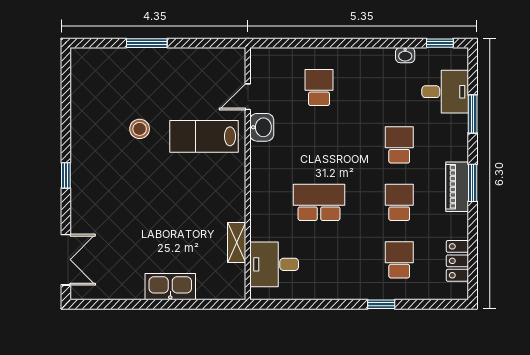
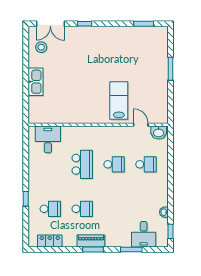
window: (66, 92) -> (144, 24), added
washbasin: (262, 127) -> (159, 133), moved
stool: (140, 129) -> (41, 47), moved
school desk: (399, 145) -> (114, 164), moved
window: (66, 175) -> (85, 24), moved
shelving: (237, 242) -> (60, 119), removed

